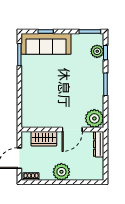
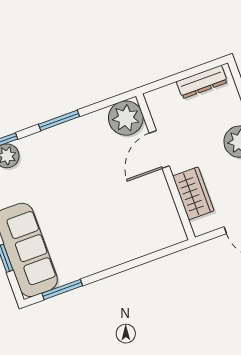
door: (72, 130) -> (159, 150), swing flipped
dresser: (99, 144) -> (202, 82), moved

